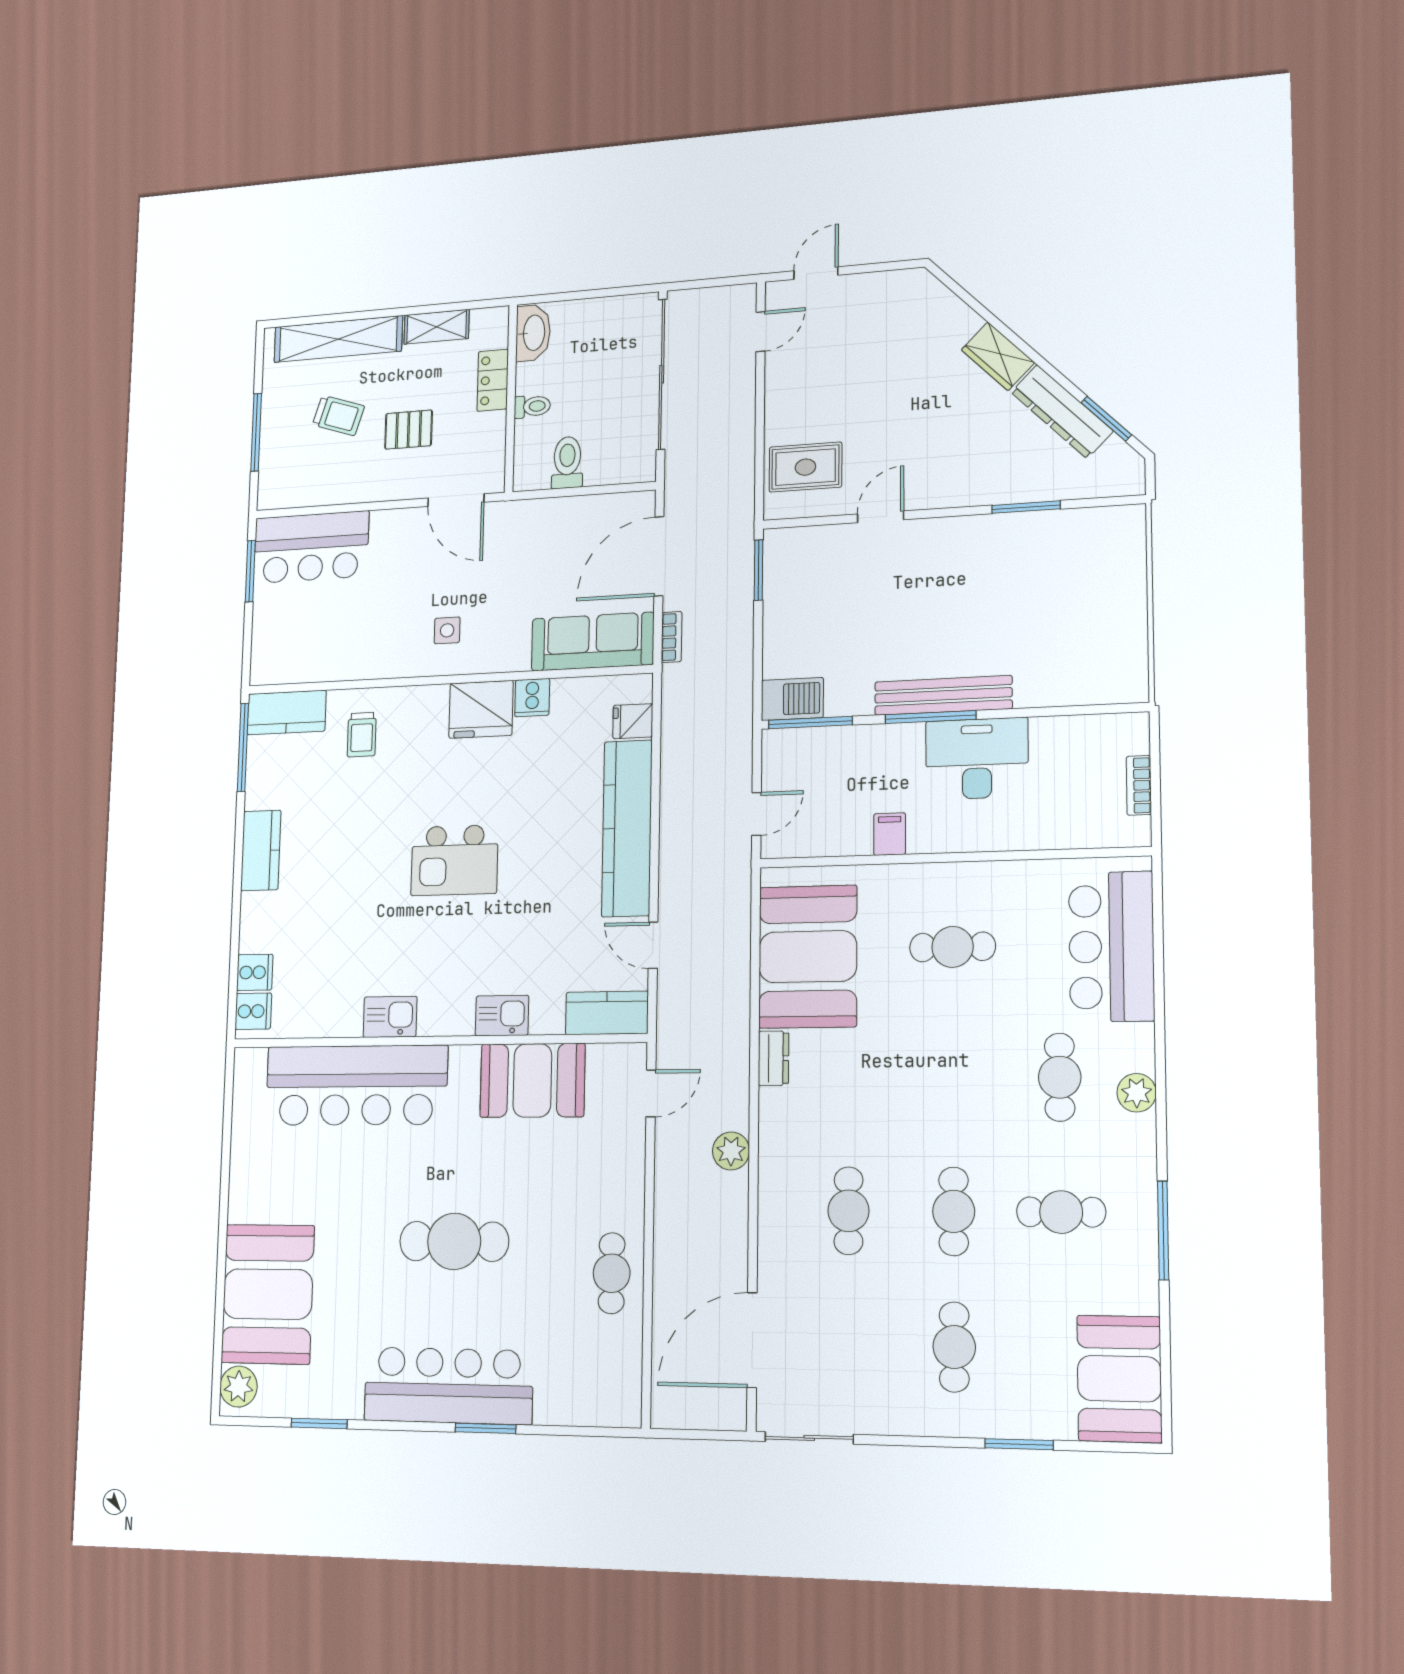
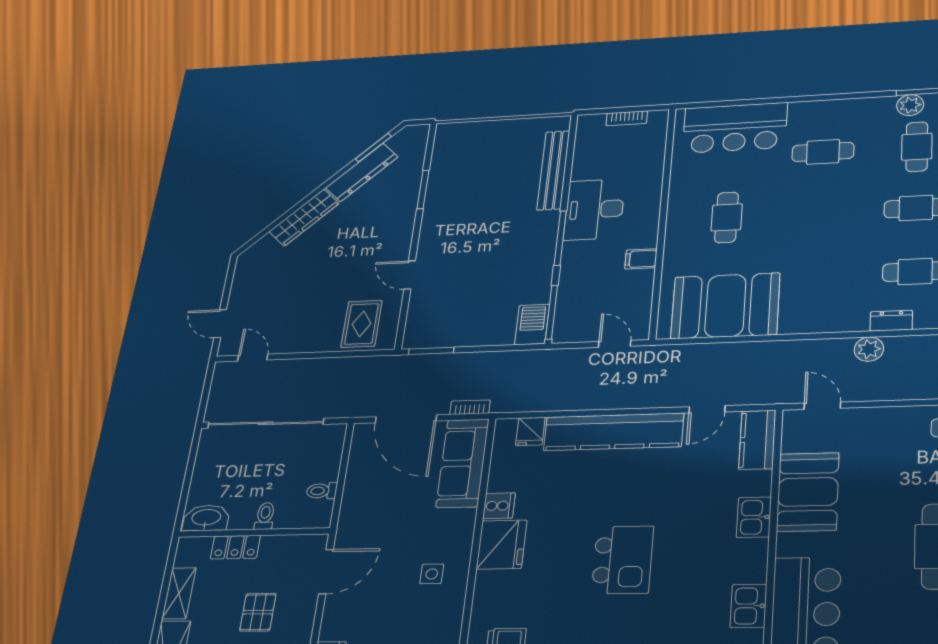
wardrobe: (998, 356) -> (304, 218), width x1.50
toilet: (567, 463) -> (322, 491), width x0.73, depth x0.72
bench: (943, 695) -> (553, 170), moved
dresser: (774, 1058) -> (891, 321), moved
plant: (1137, 1093) -> (910, 105), moved

